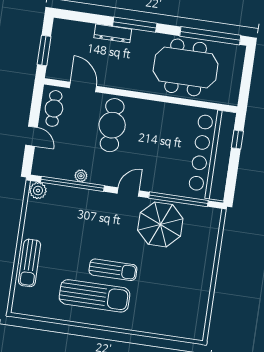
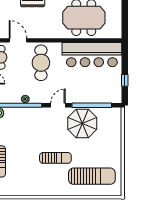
window: (237, 139) -> (125, 80), moved
bar counter: (212, 154) -> (92, 55), moved, turned -90
sun lounger: (95, 296) -> (92, 176), moved

